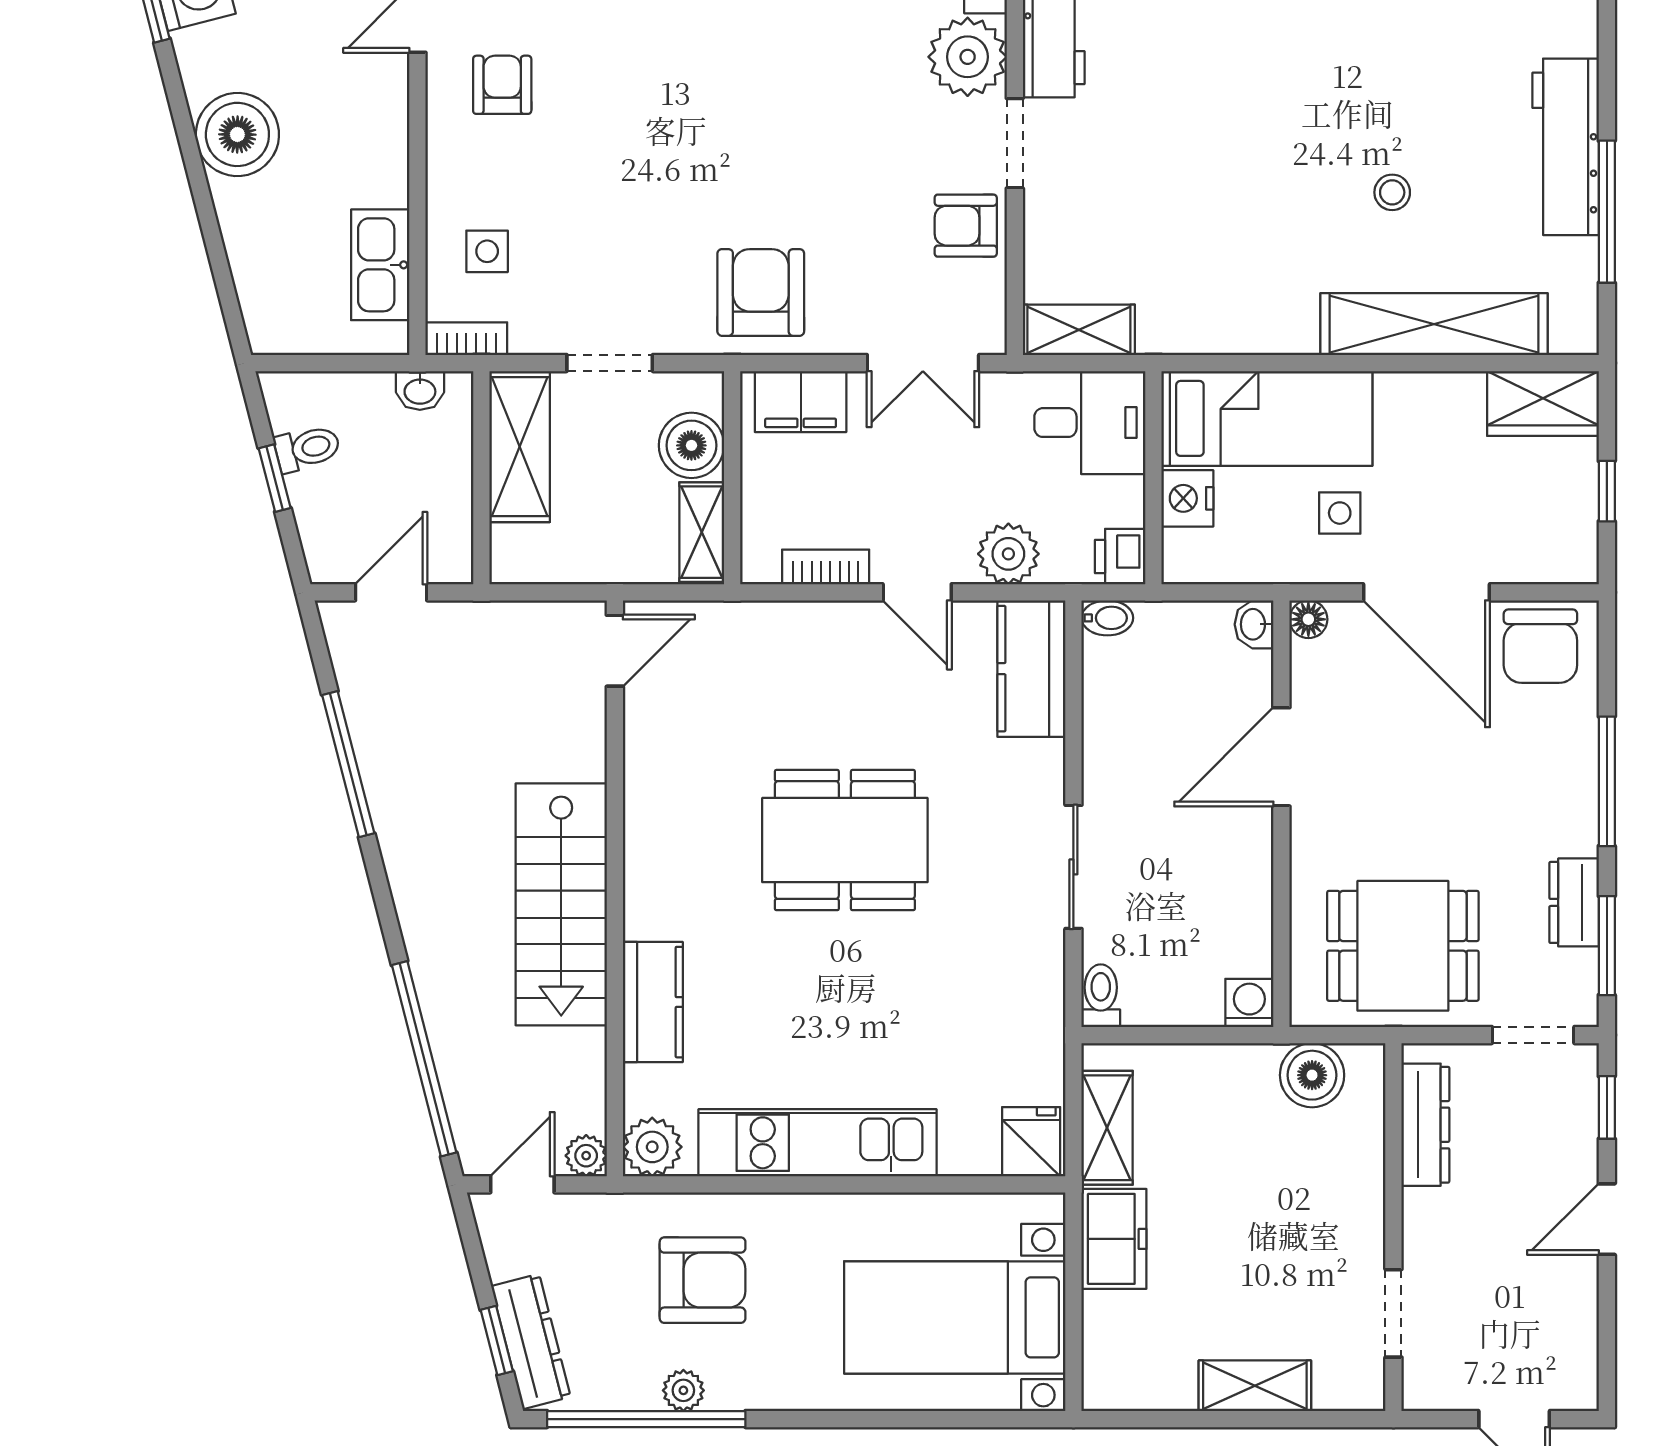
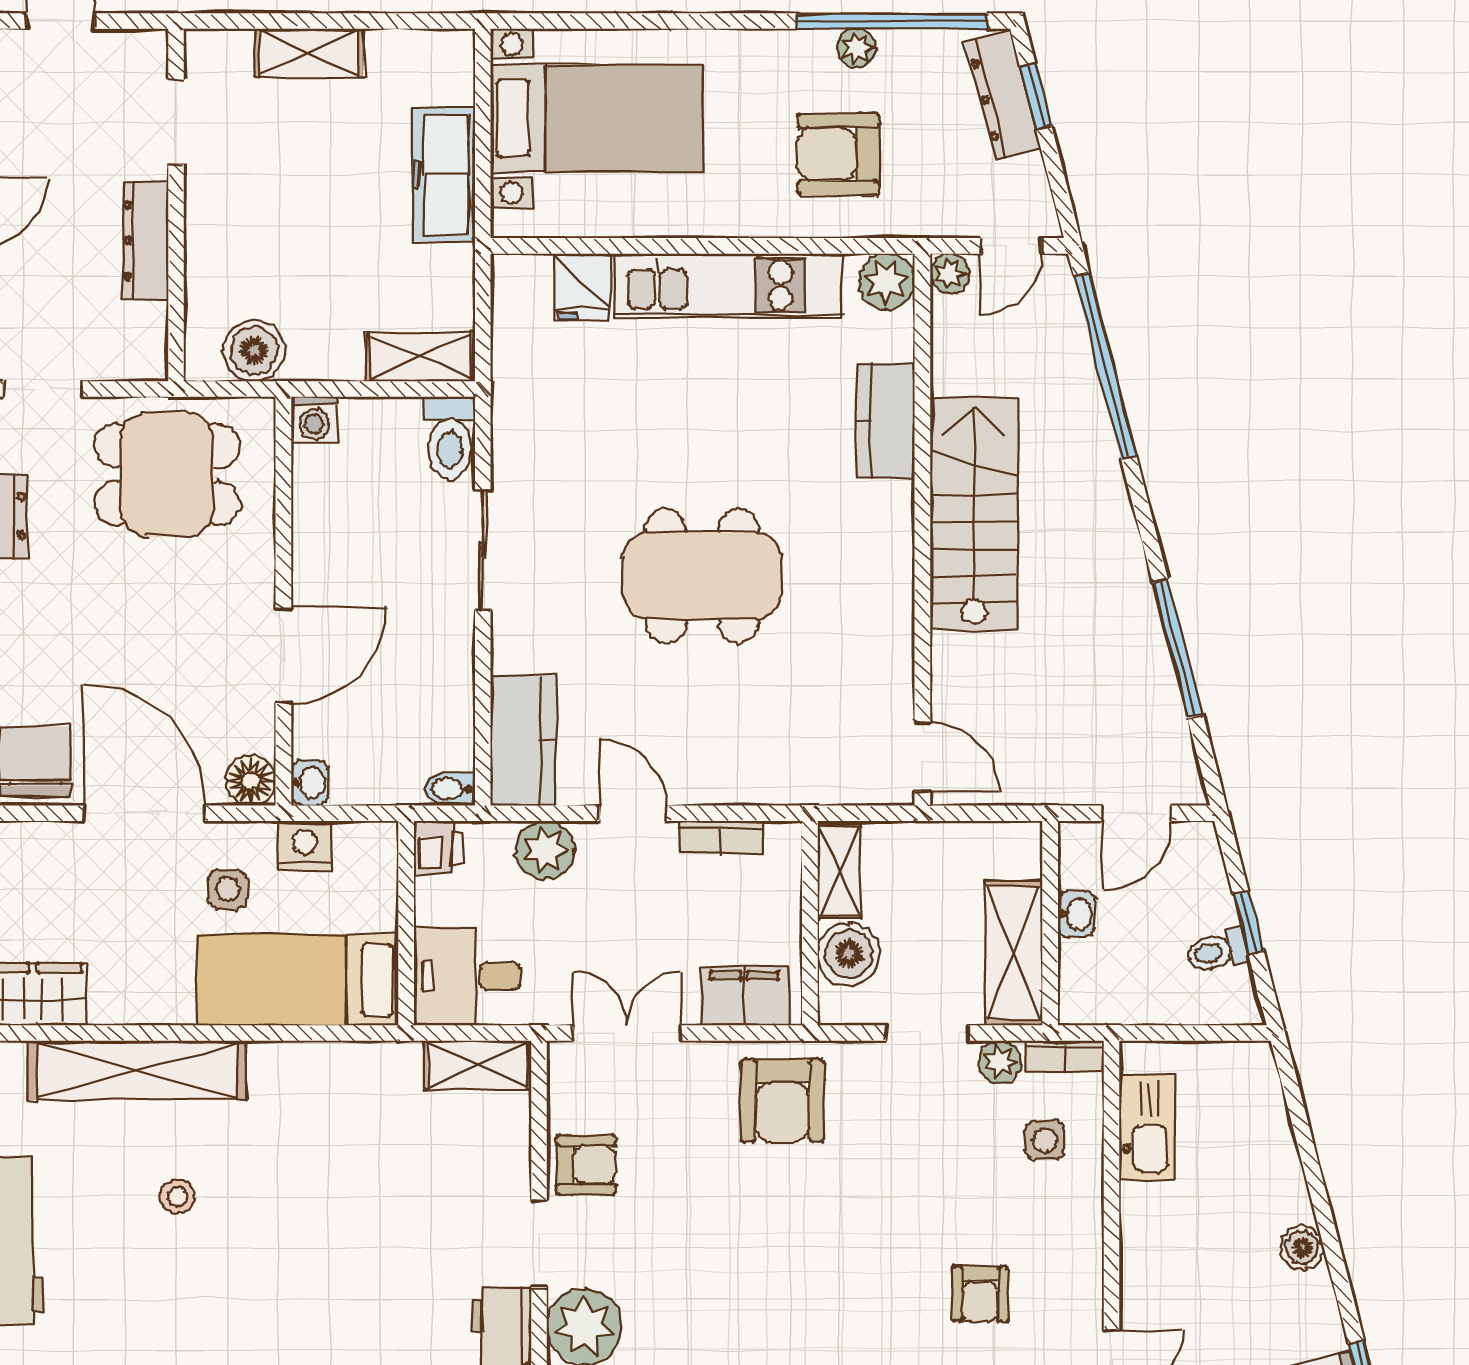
armchair: (502, 85) -> (980, 1294), moved
boiler: (237, 134) -> (1302, 1247), width x0.54, depth x0.54
plant: (534, 333) -> (1000, 1062), added
washbasin: (420, 390) -> (1076, 914), moved, turned 90
nightstand: (1187, 498) -> (305, 846), moved, turned -90
floor lamp: (1308, 619) -> (251, 781), width x1.37, depth x1.37
door: (615, 651) -> (922, 757), swing flipped
toilet: (1101, 996) -> (450, 438), width x1.37, depth x1.39
dresser: (1425, 1125) -> (145, 240), moved
shelving: (1107, 1128) -> (421, 357), moved, turned 90
fridge: (1031, 1142) -> (582, 287), moved
freezer: (1114, 1239) -> (444, 174), width x1.40

